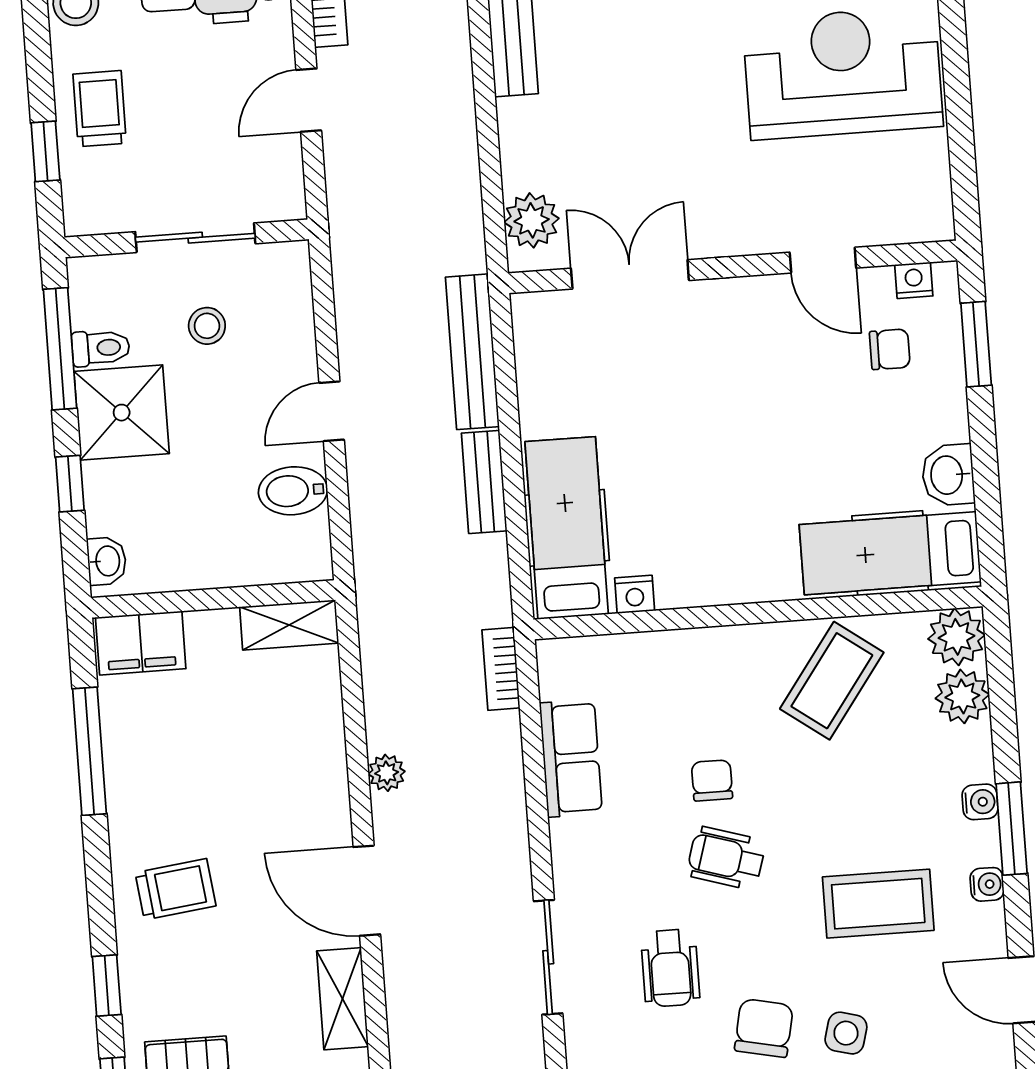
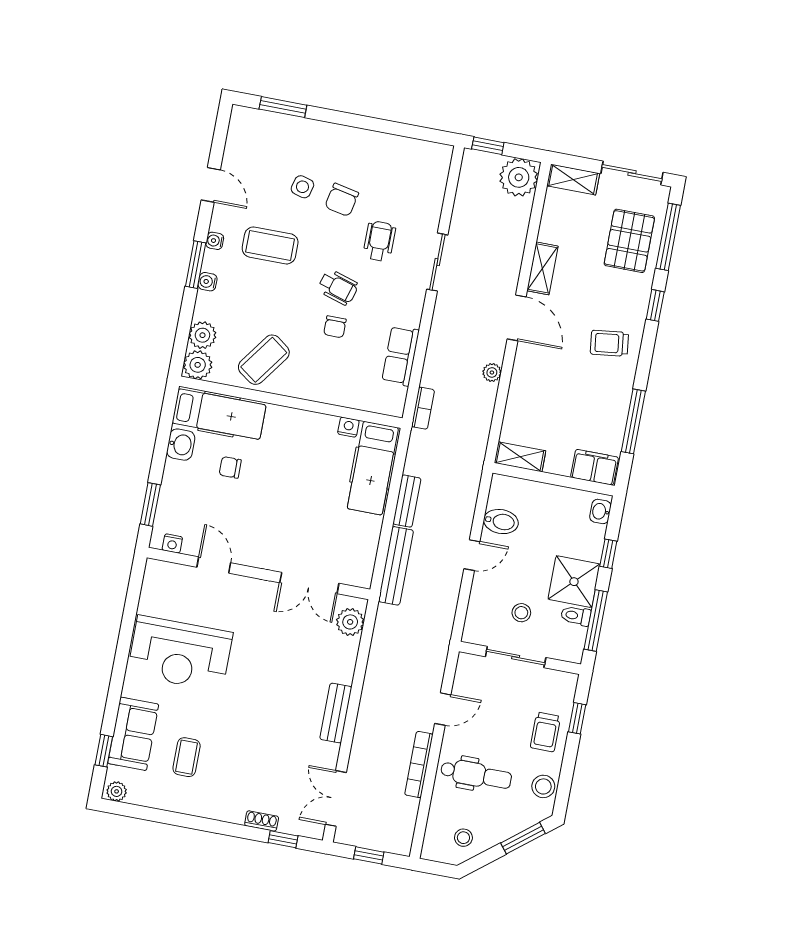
chair: (890, 349) -> (230, 467), moved

